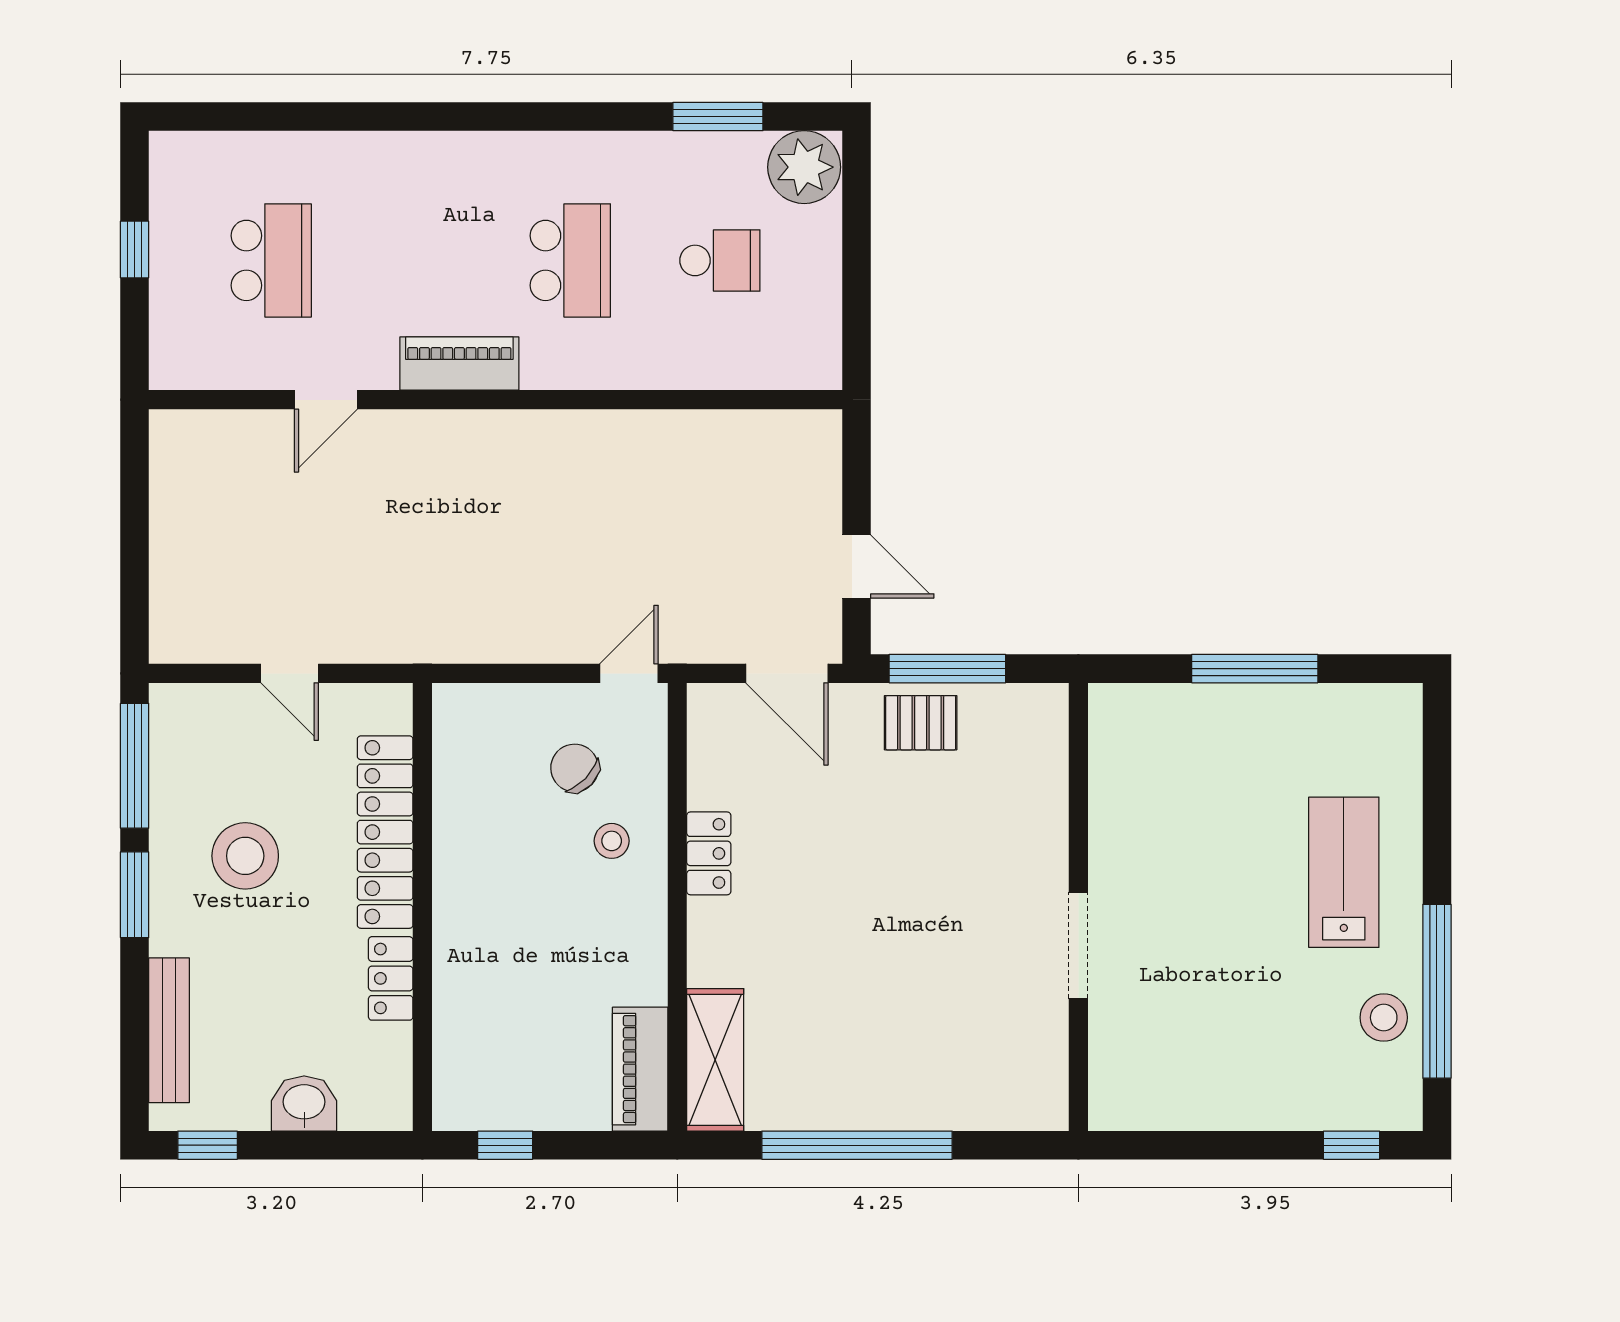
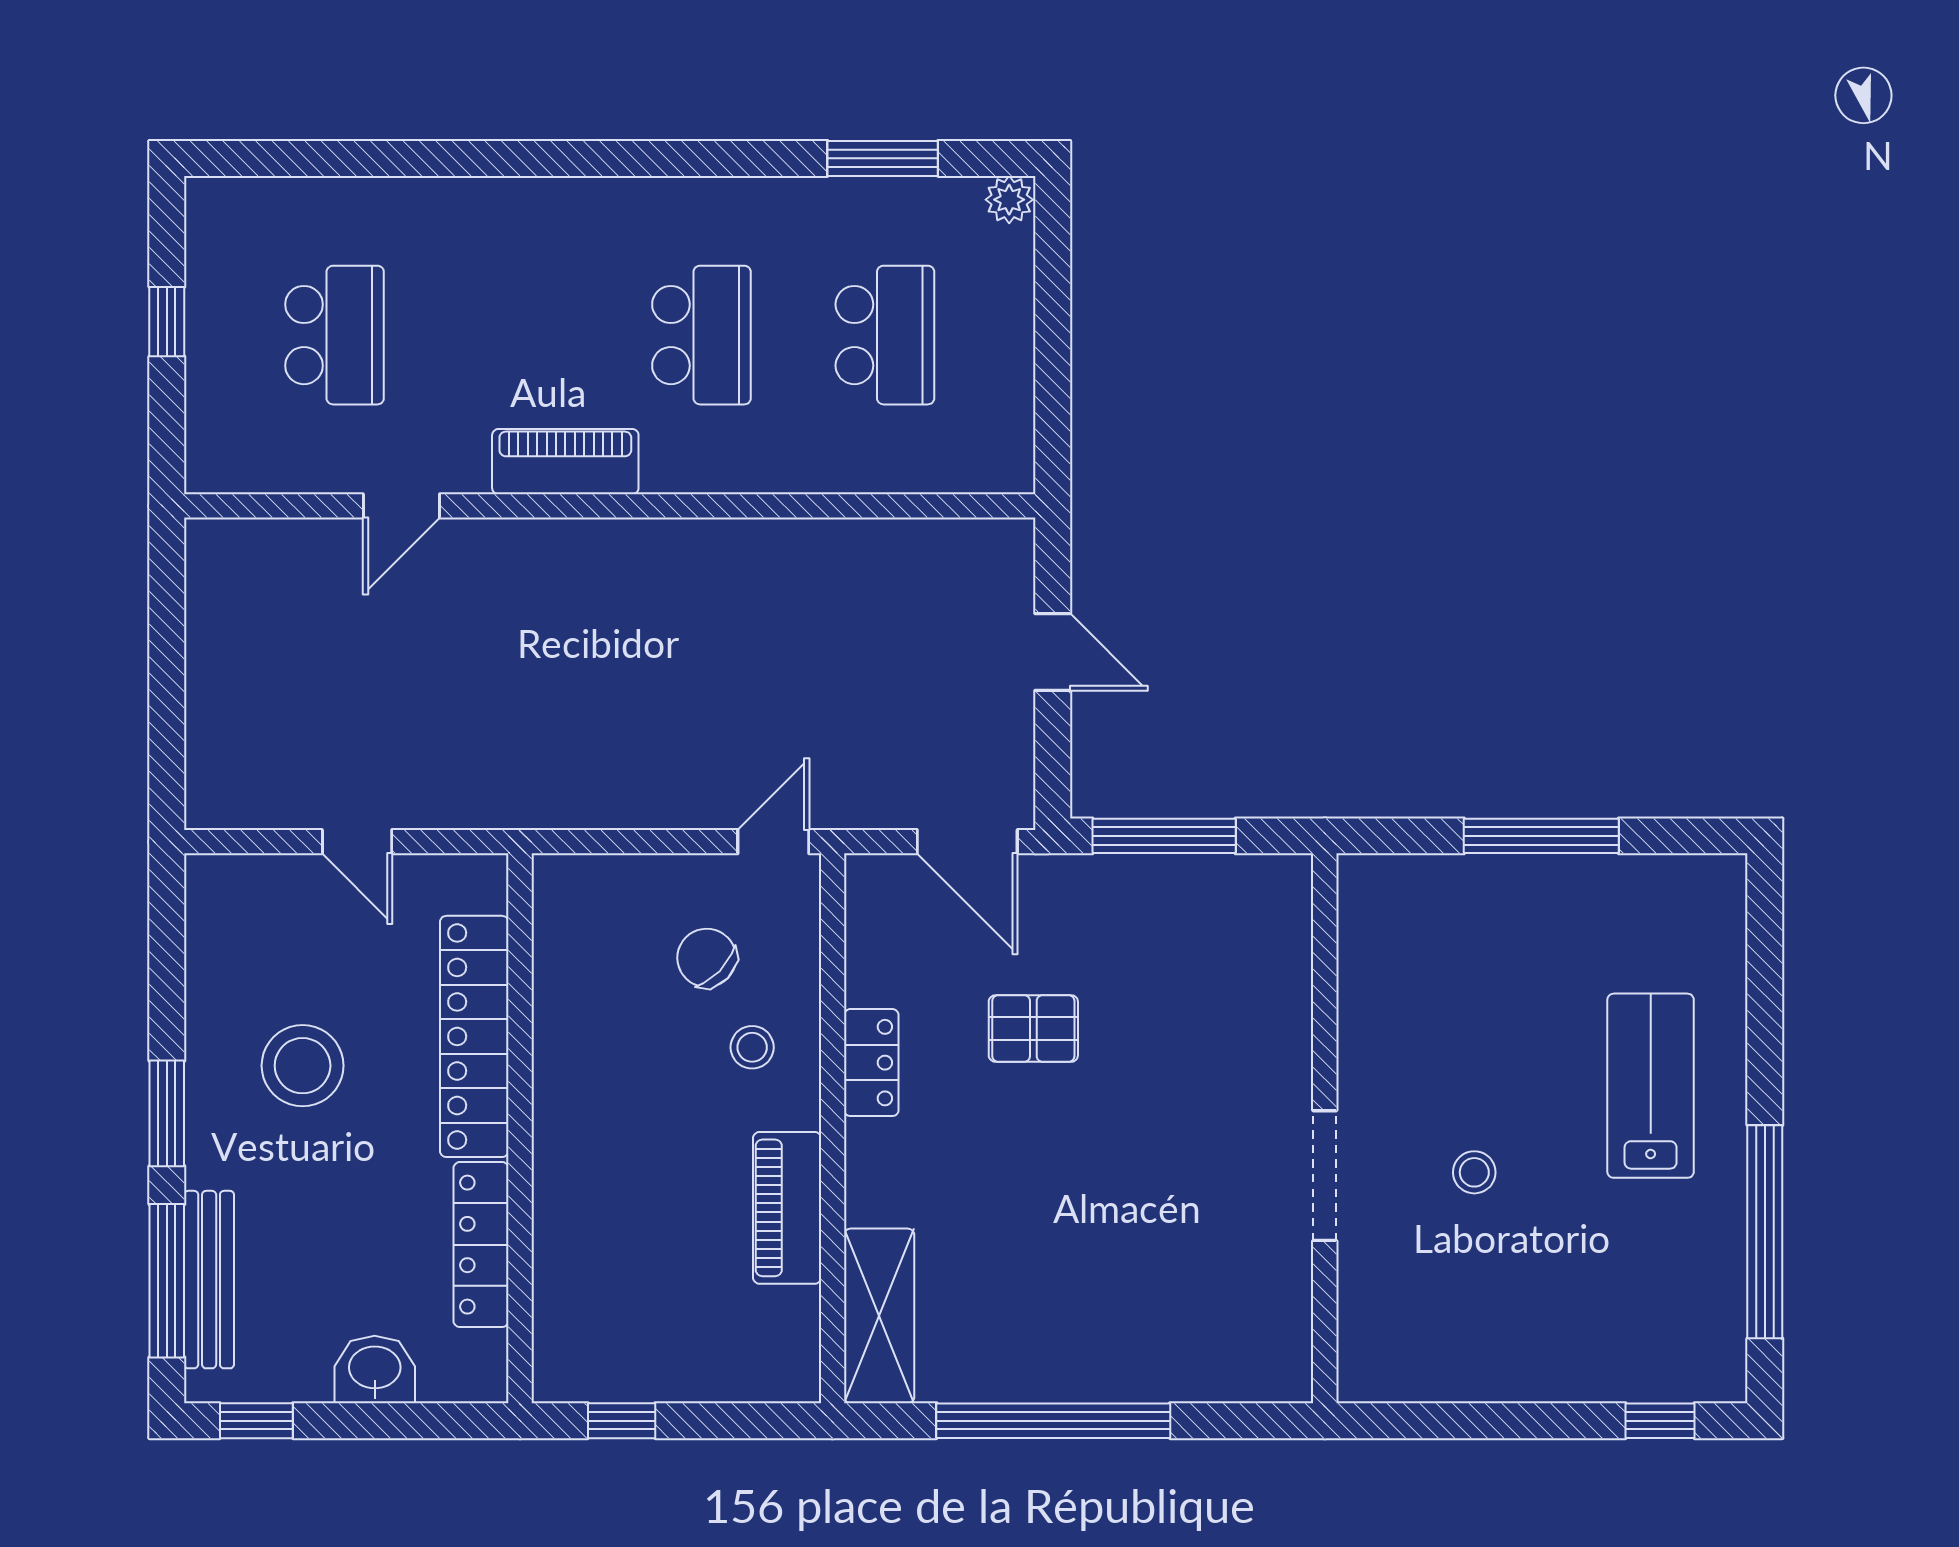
plant: (804, 167) -> (1009, 200), width x0.53, depth x0.53
school desk: (720, 260) -> (885, 335), width x1.85
door: (857, 566) -> (1053, 652), moved
pallet: (921, 723) -> (1033, 1029), moved
window: (135, 766) -> (167, 1281), moved
locker: (391, 978) -> (481, 1245), width x1.53
stool: (1384, 1018) -> (1474, 1172), moved, width x0.73, depth x0.73
piano: (640, 1069) -> (787, 1208), moved

